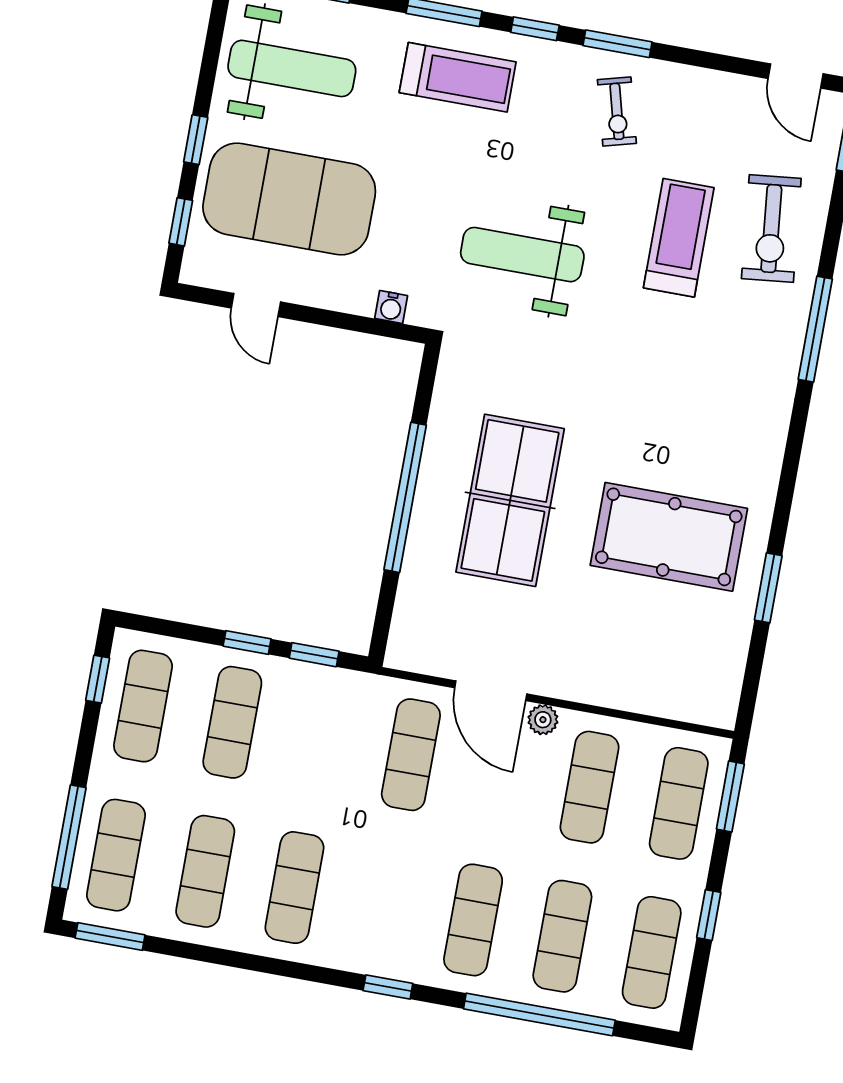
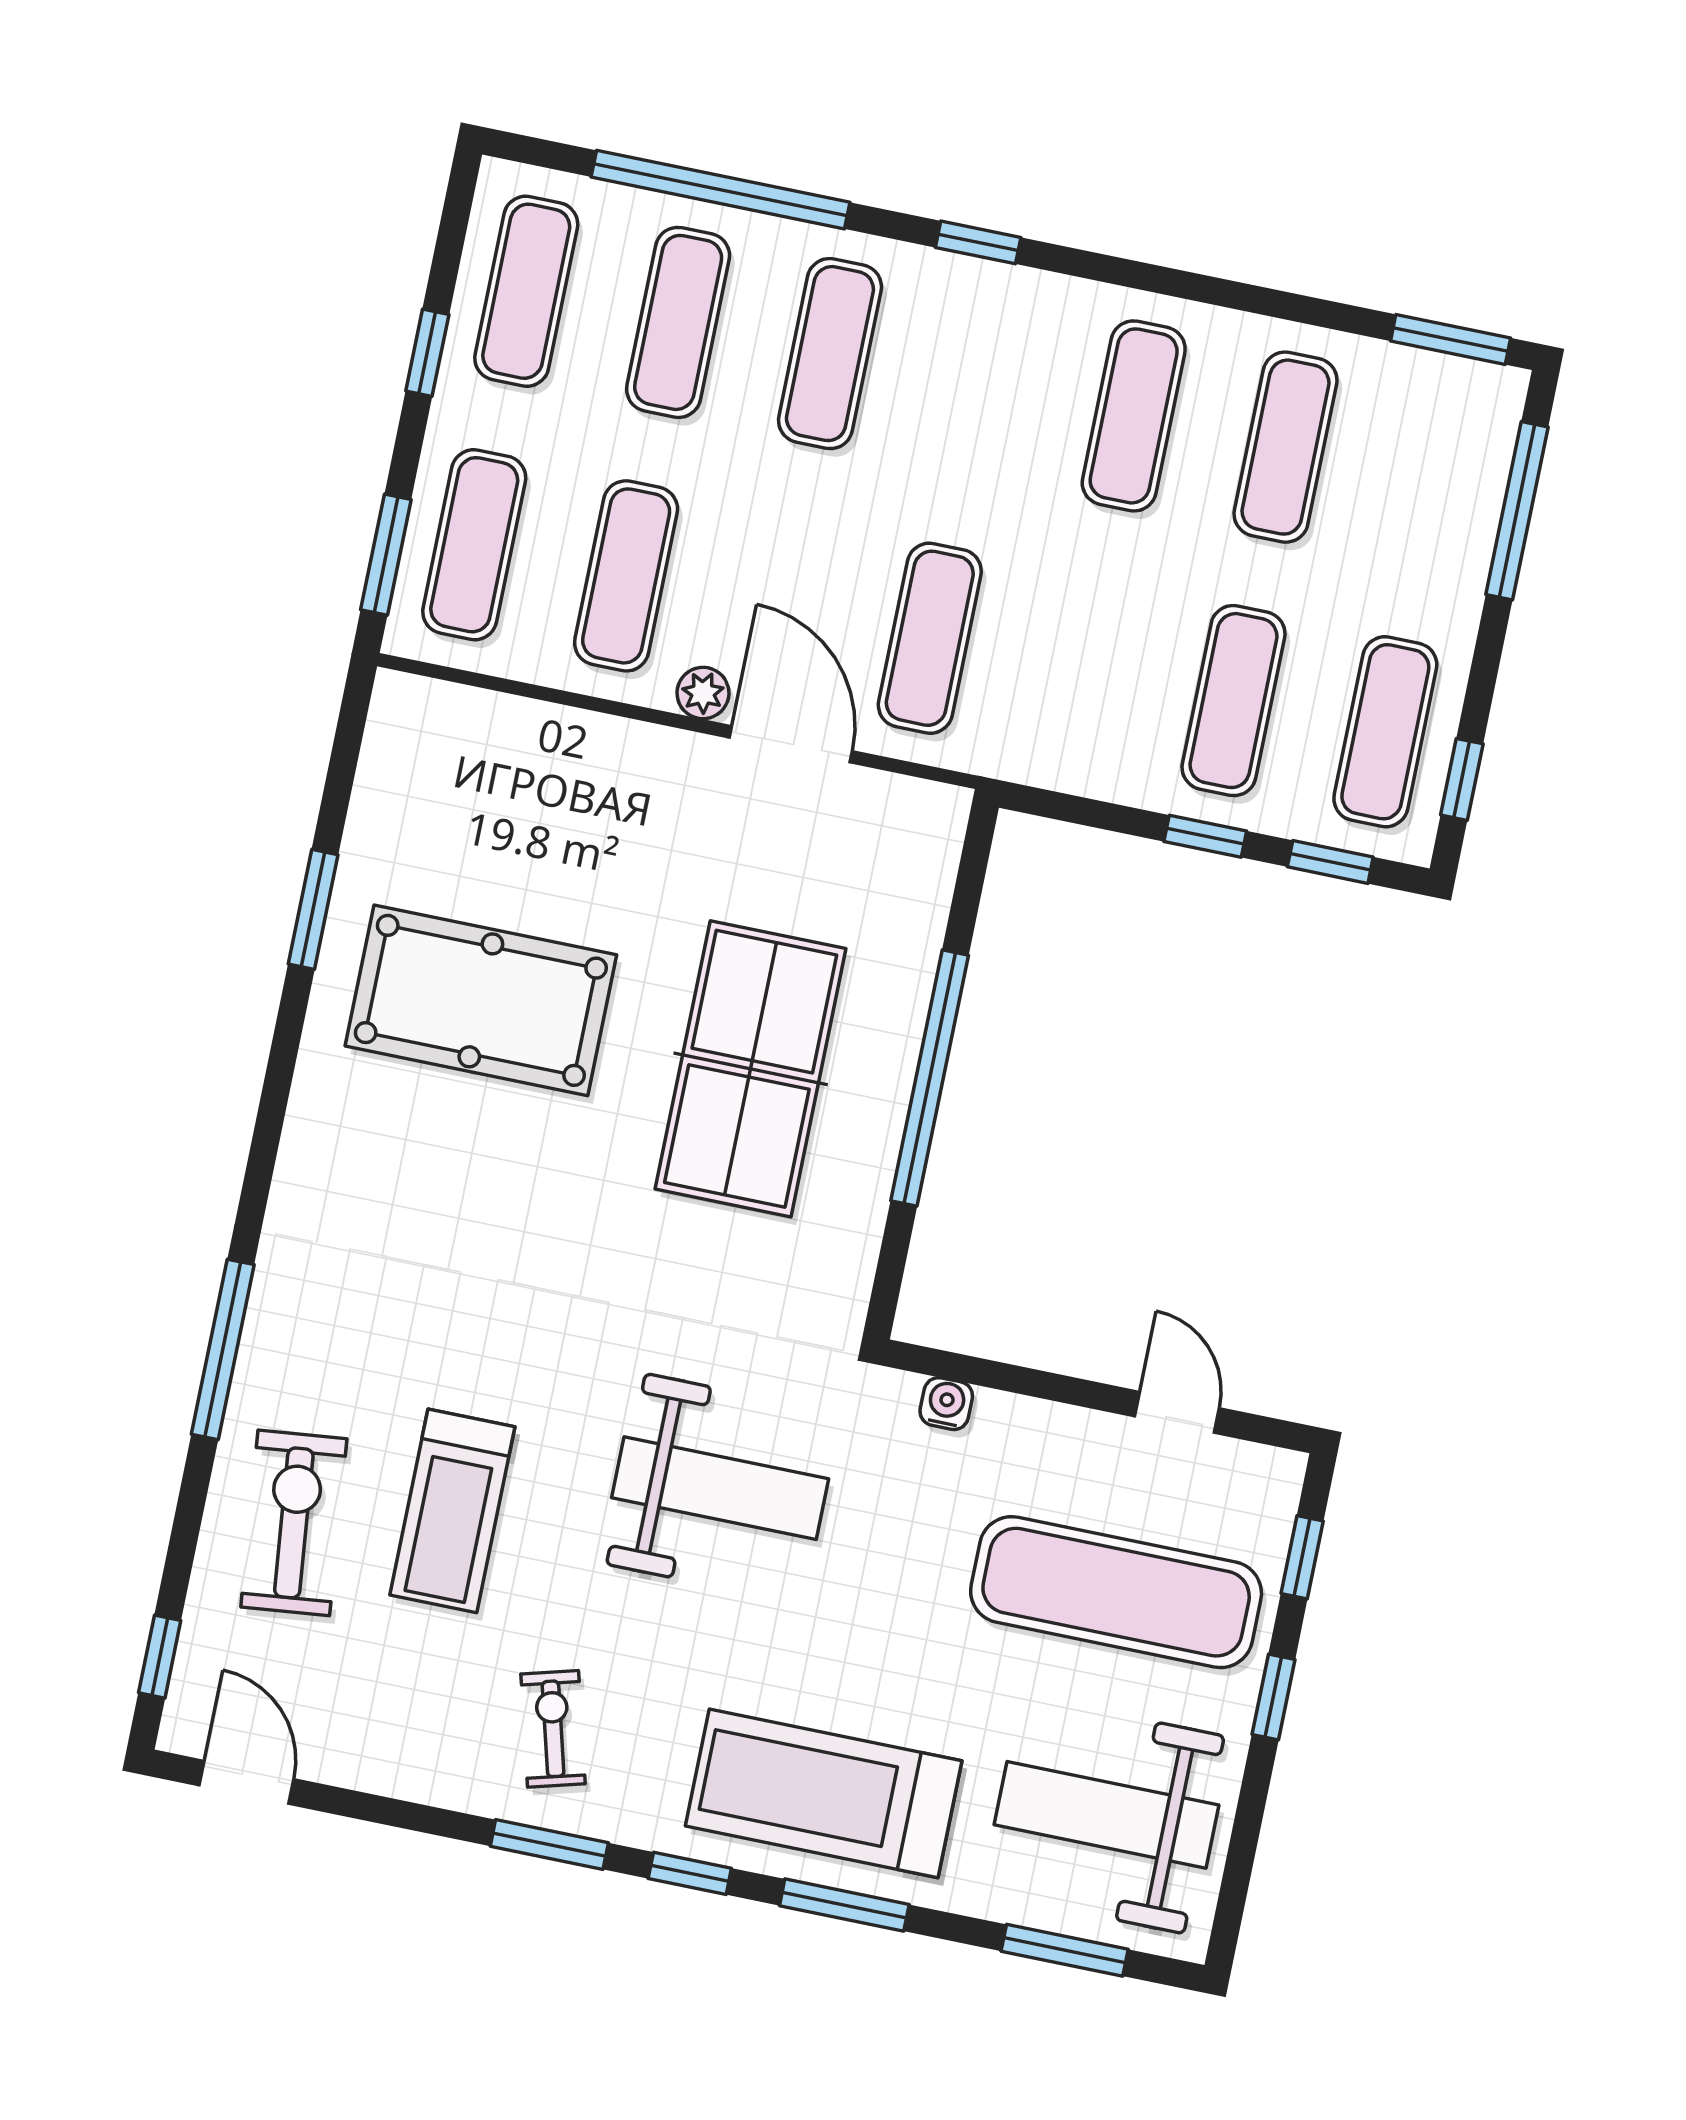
treadmill: (458, 77) -> (824, 1793), width x1.37, depth x1.38
exercise mat: (289, 199) -> (1116, 1592), width x0.68
window: (314, 655) -> (1330, 862), moved
exercise mat: (116, 855) -> (1437, 478), removed

